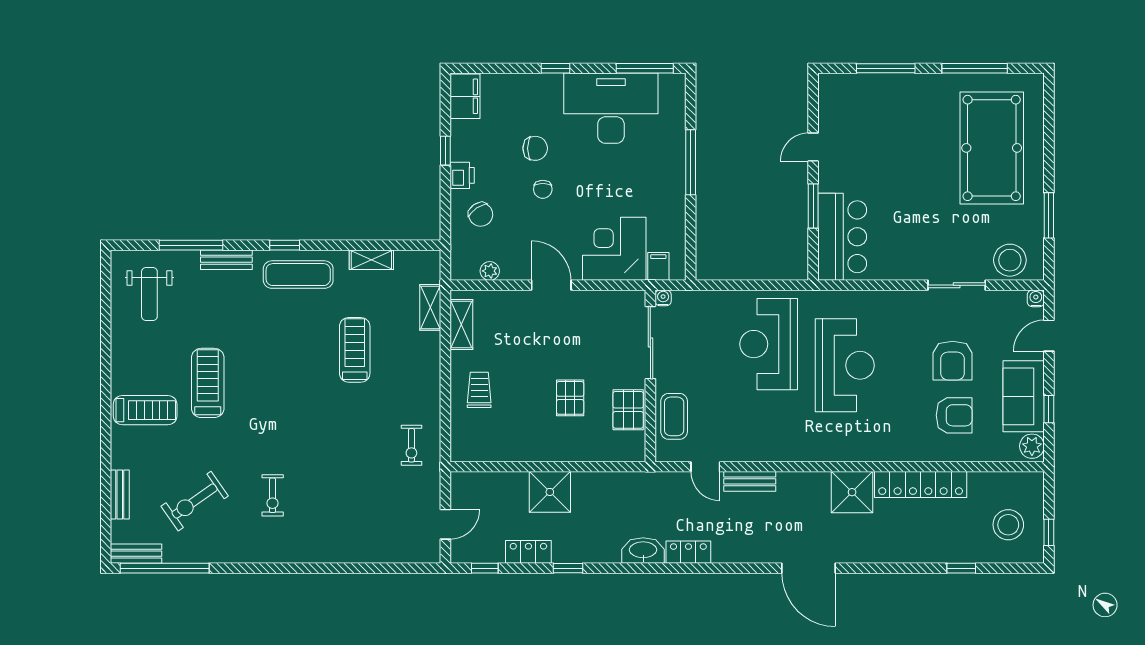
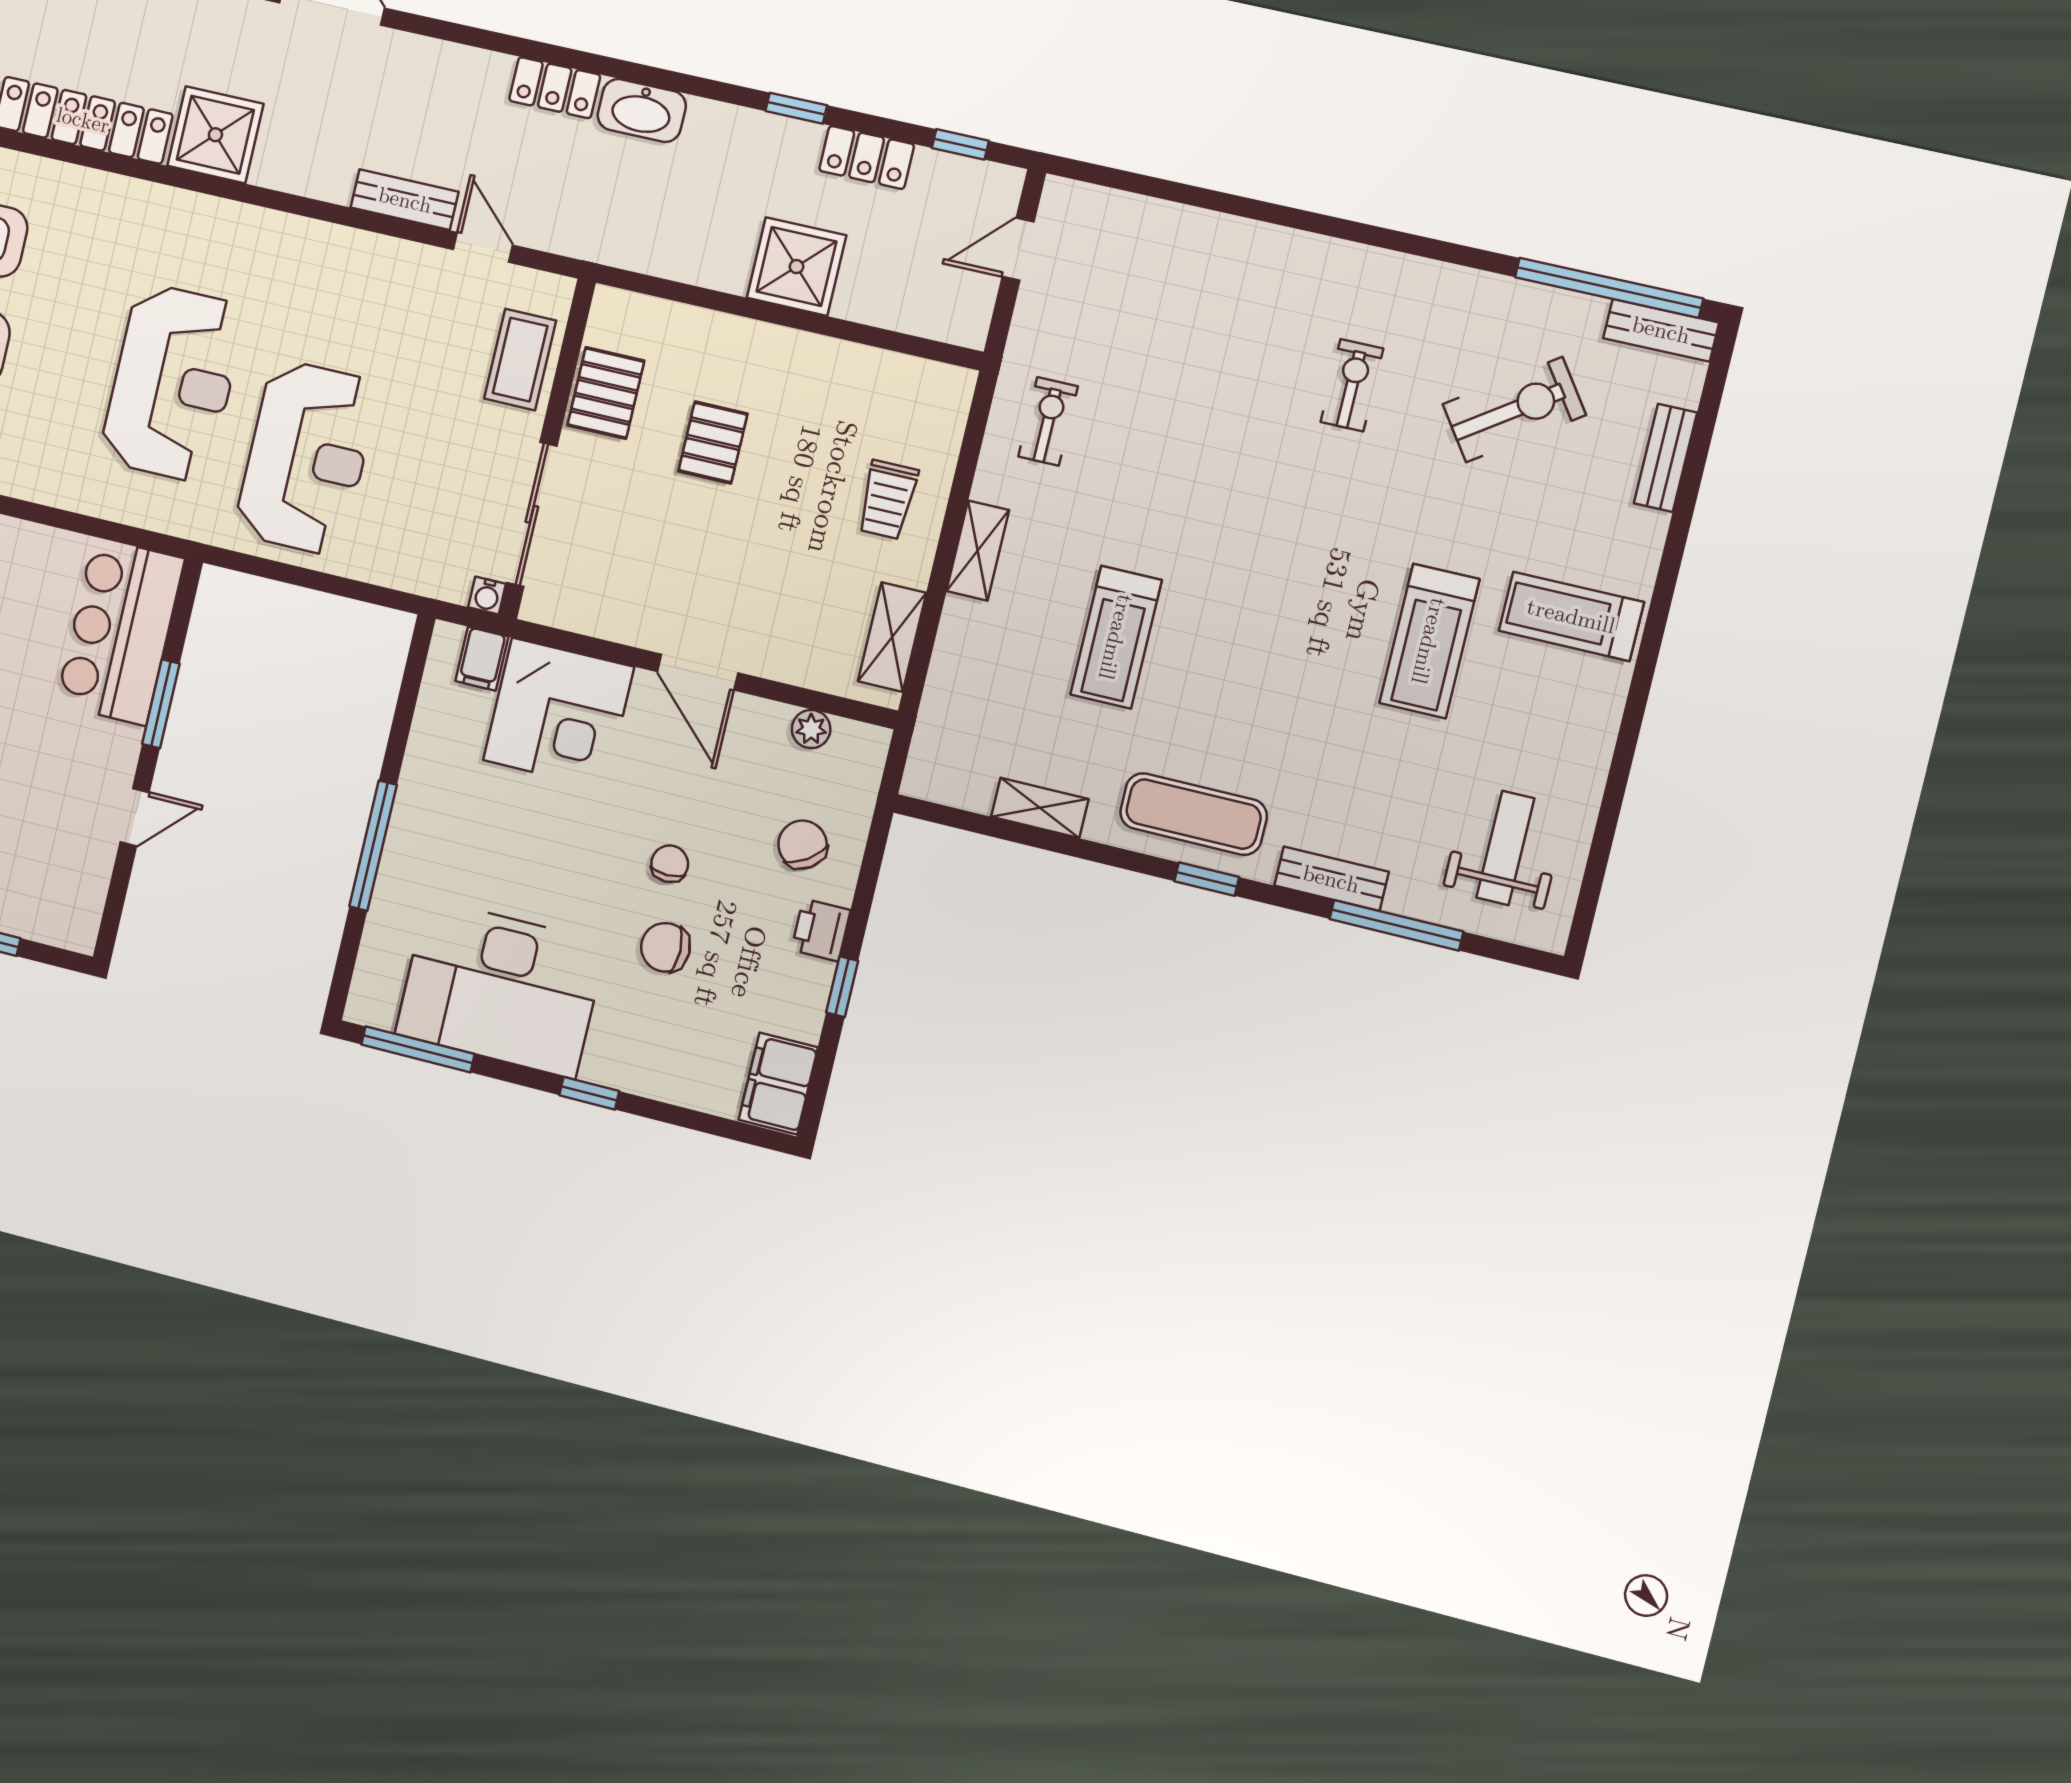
shelving: (430, 307) -> (978, 551), moved
reception desk: (845, 365) -> (173, 383), turned 180

